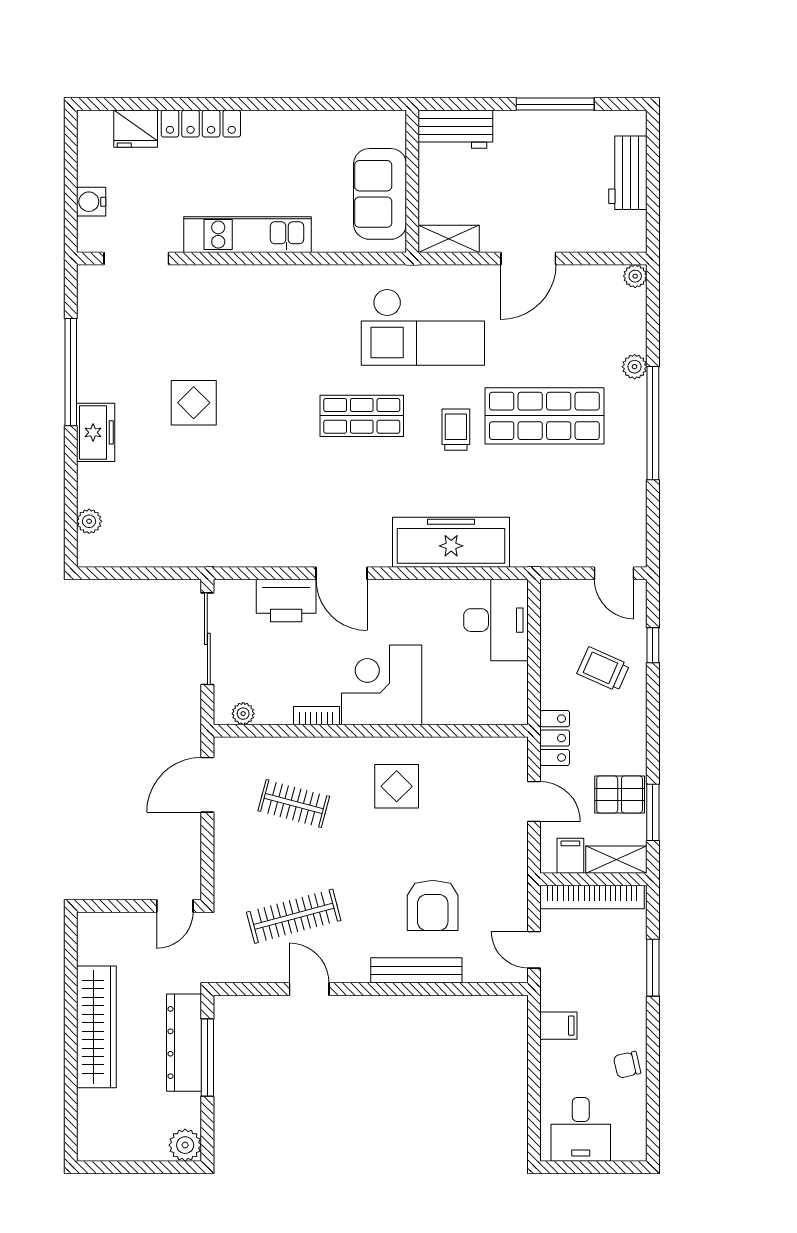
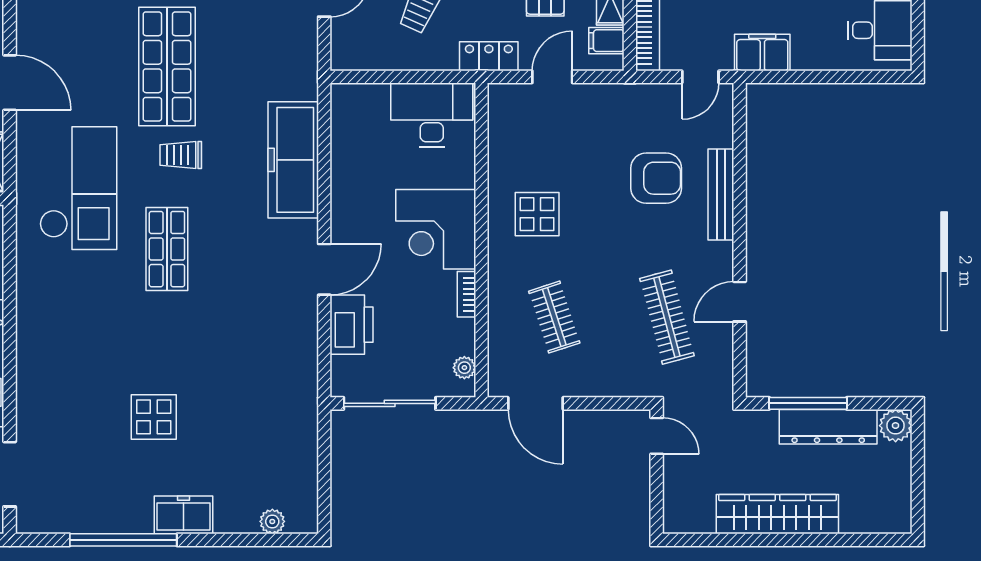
desk: (496, 620) -> (432, 115), moved
clothes rail: (294, 804) -> (554, 317), turned -33
filing cabinet: (558, 1026) -> (762, 53), width x2.00
dresser: (184, 1043) -> (828, 427), moved

